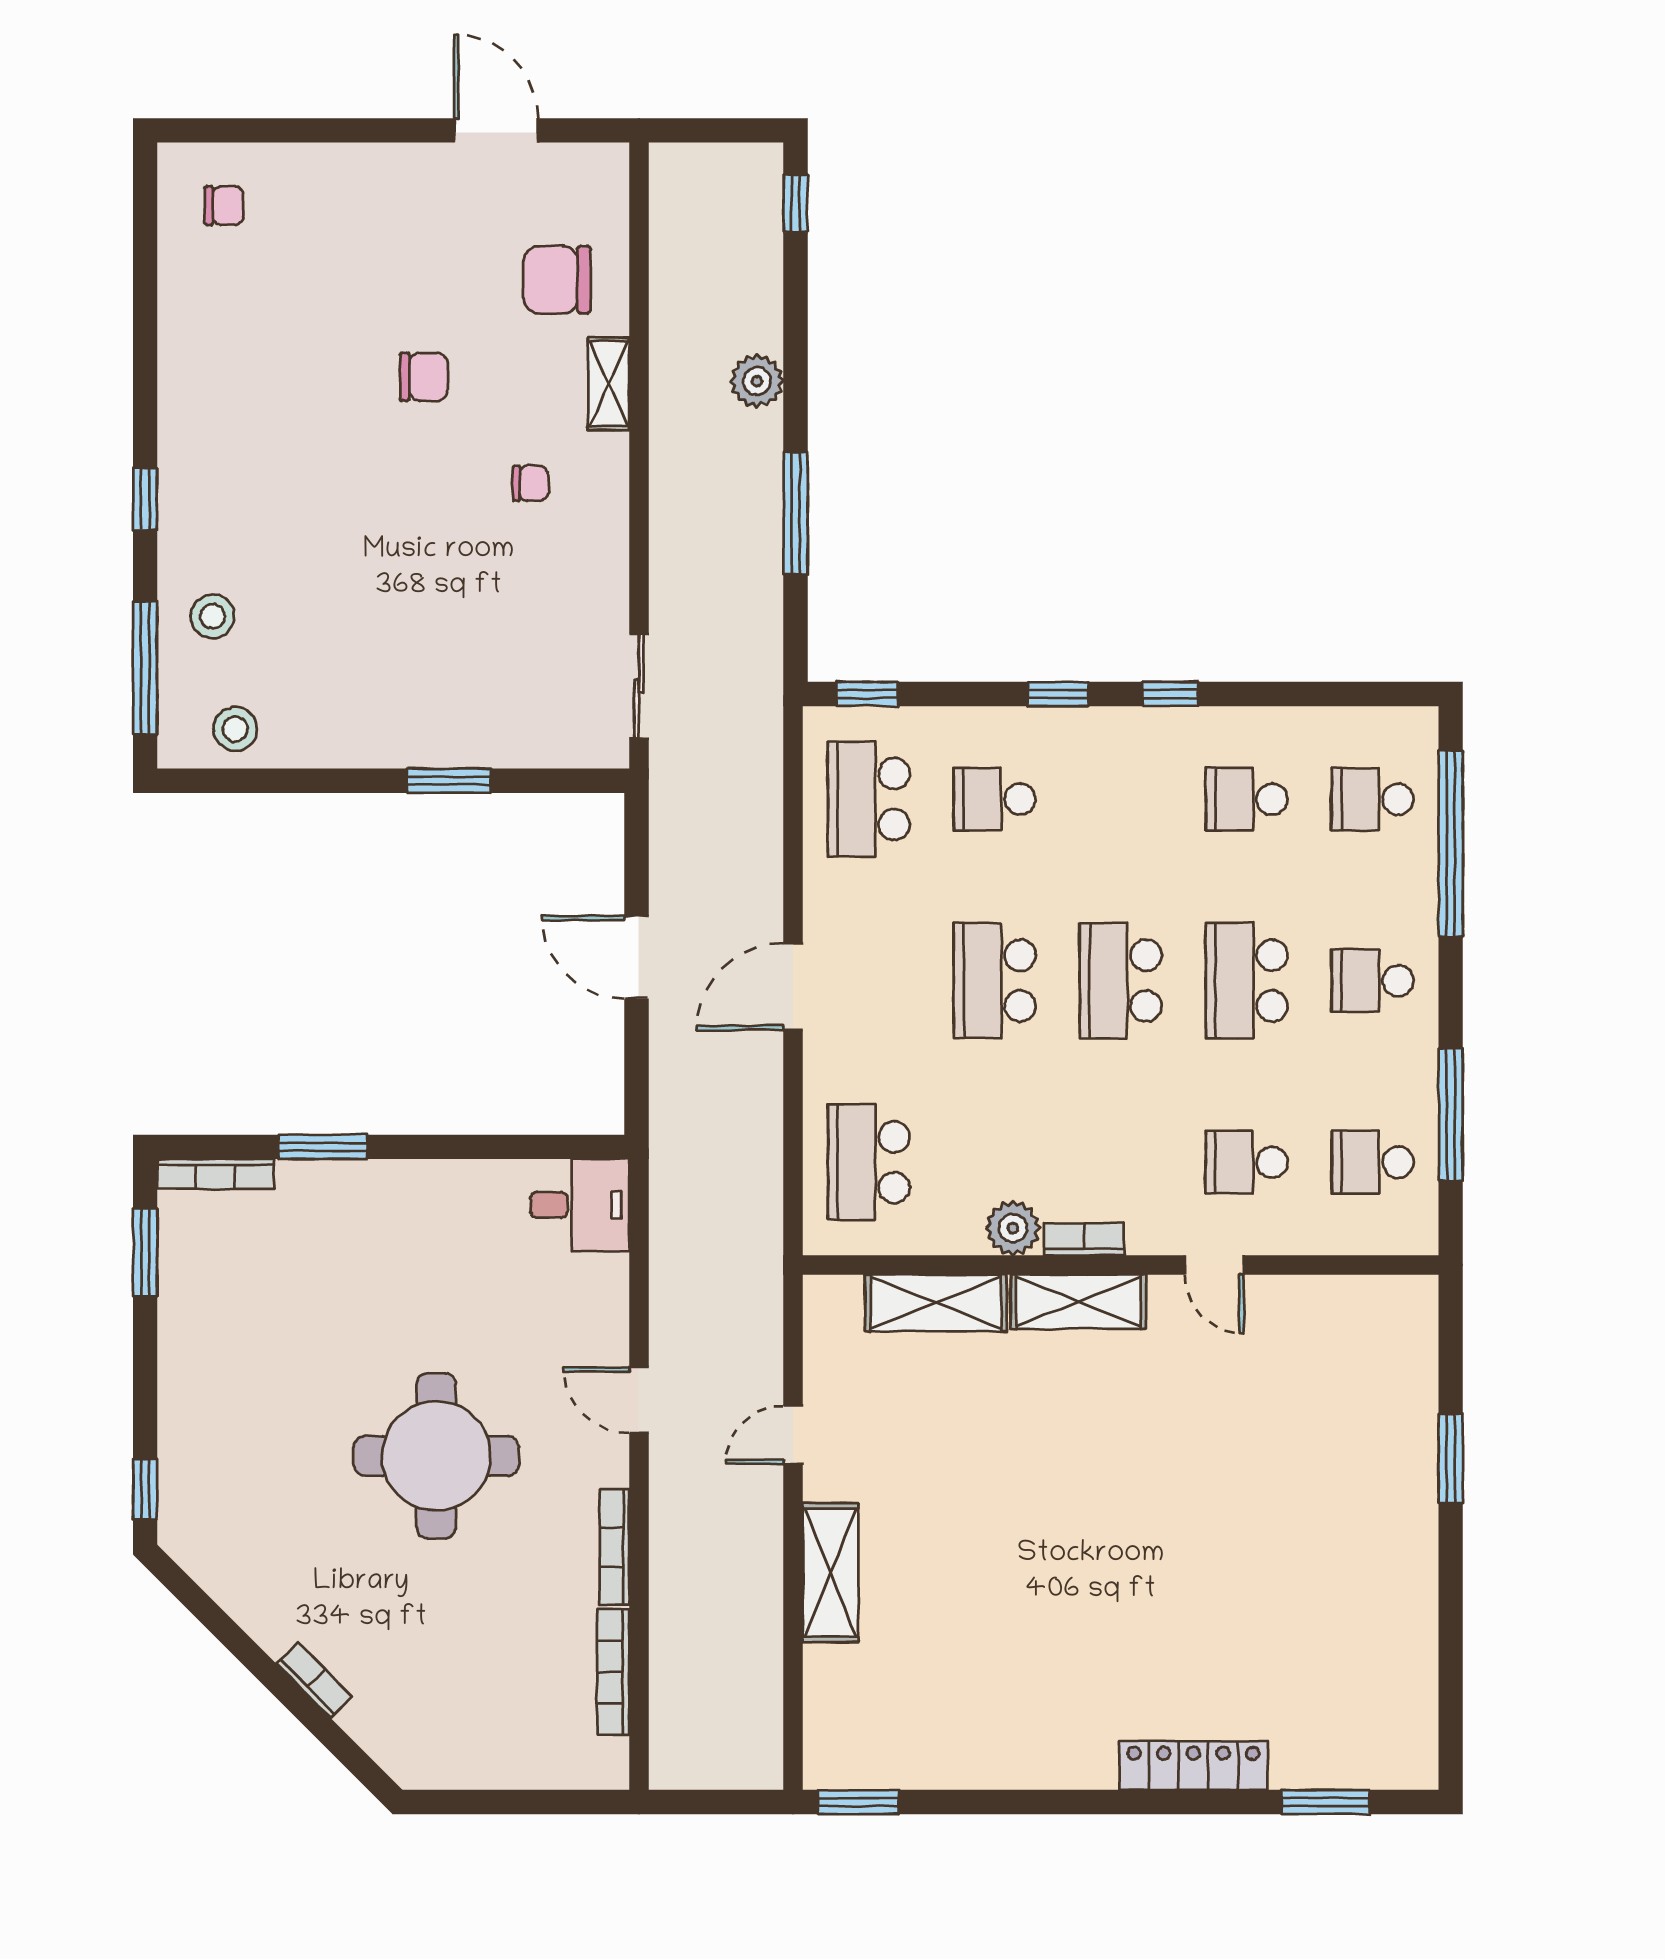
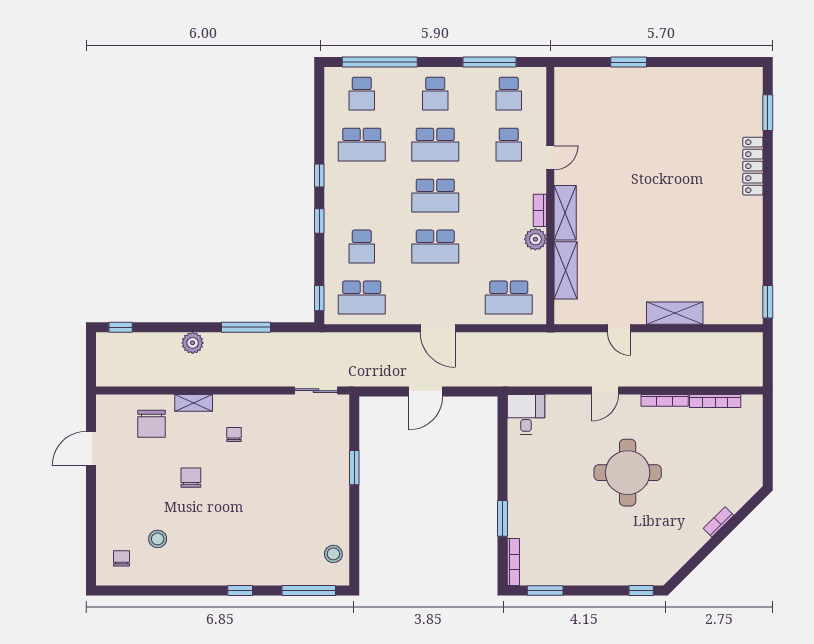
stool: (212, 616) -> (158, 539), moved
school desk: (1247, 799) -> (362, 145), width x1.85

